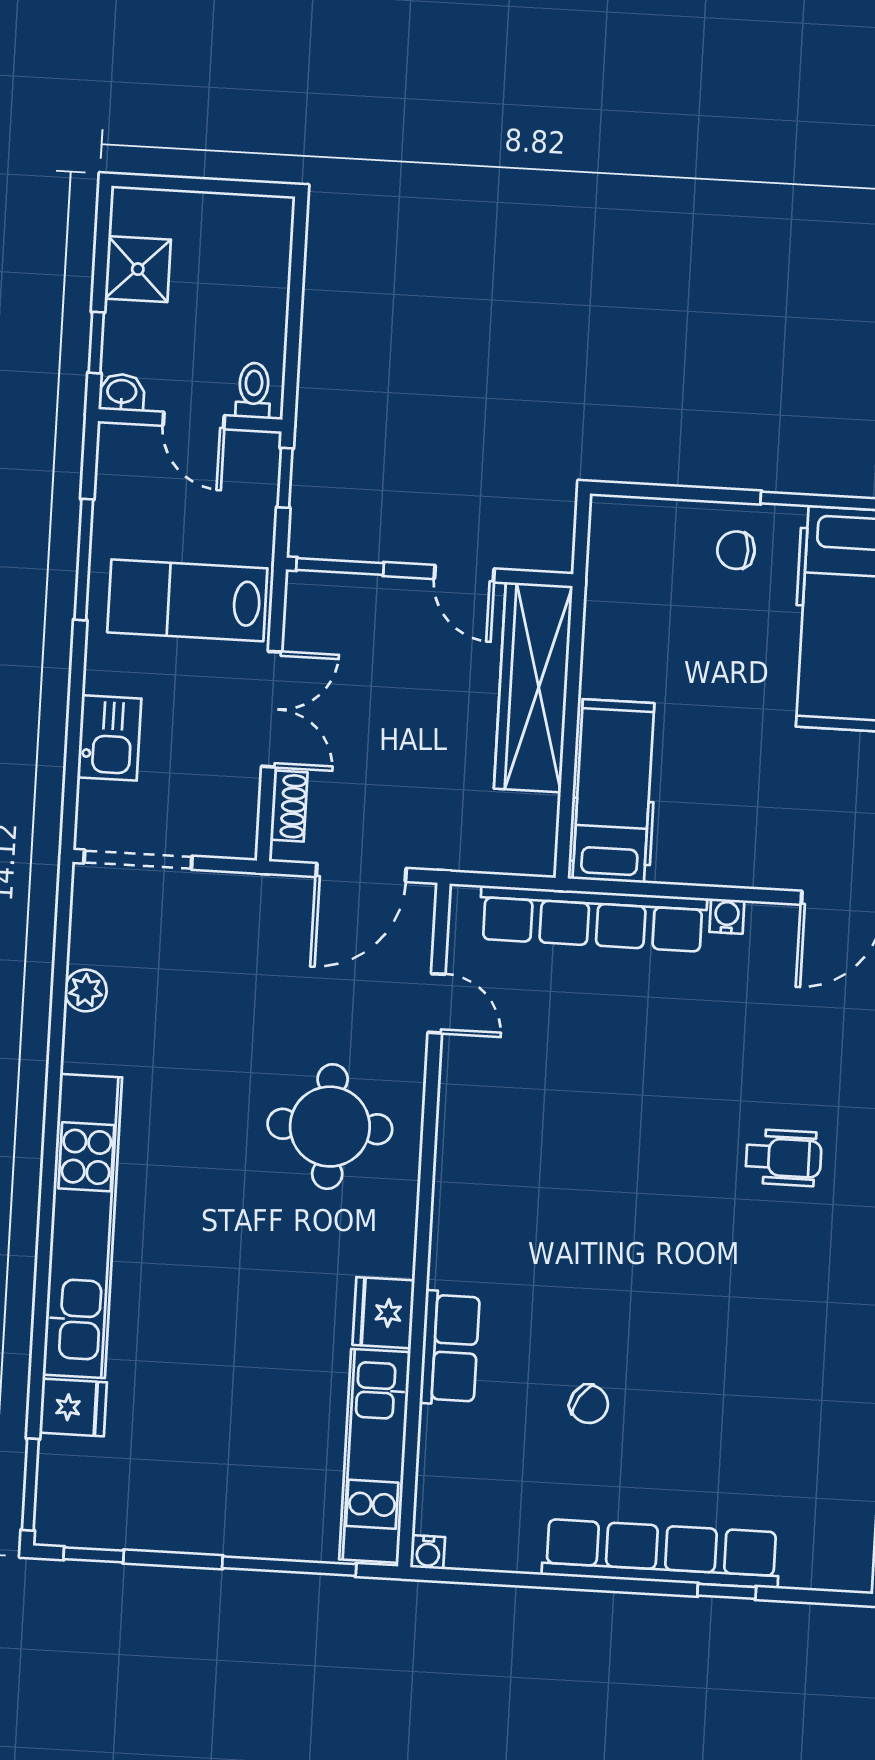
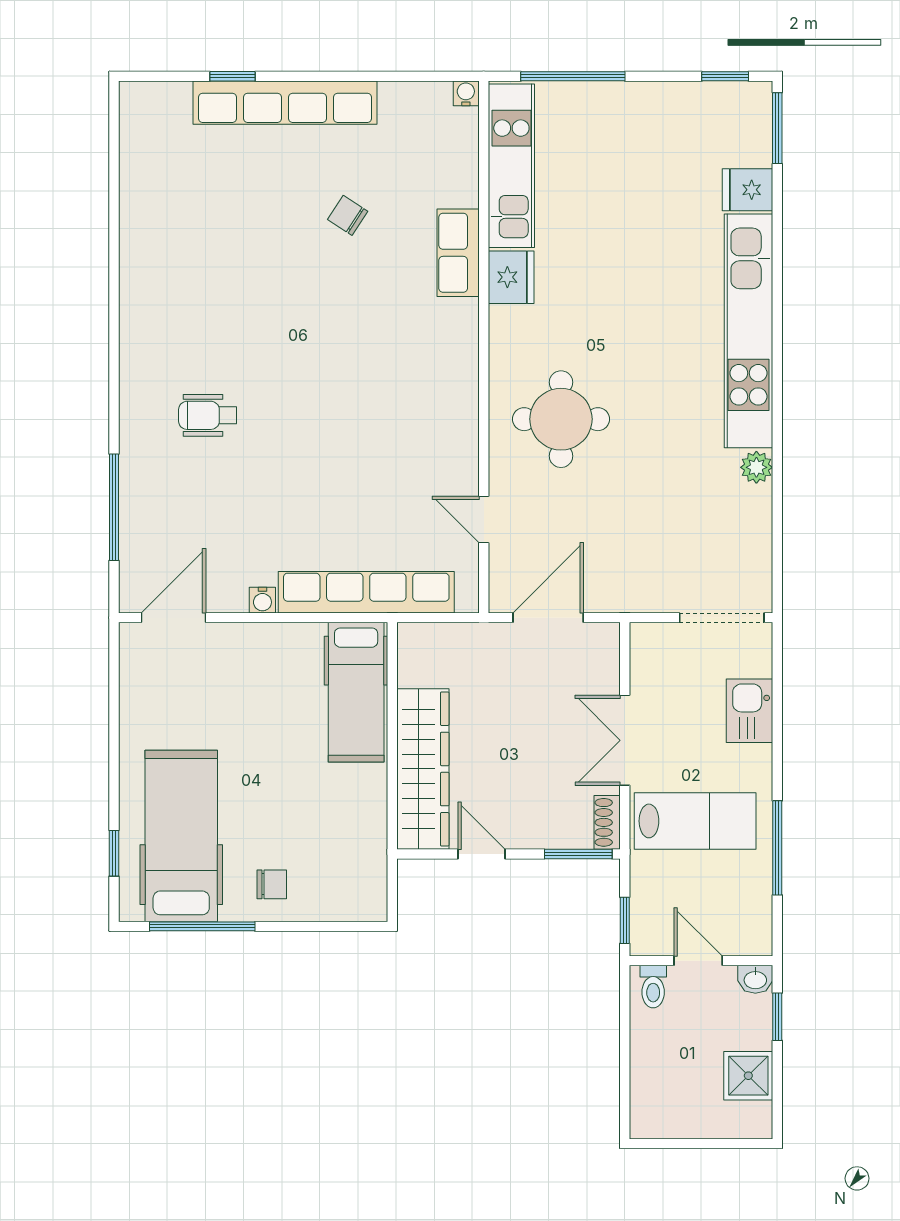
shoe rack: (289, 806) -> (607, 822), moved
plant: (86, 990) -> (756, 467), moved

